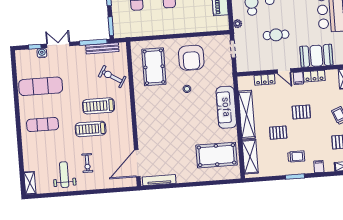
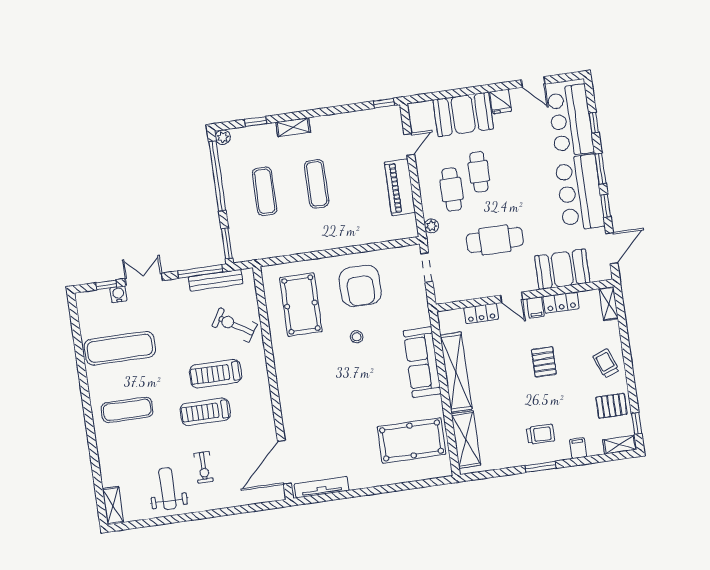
cafe table: (276, 35) -> (495, 240), width x1.37, depth x1.35
pallet: (301, 112) -> (544, 362), turned 90
pallet: (278, 133) -> (509, 398), removed

